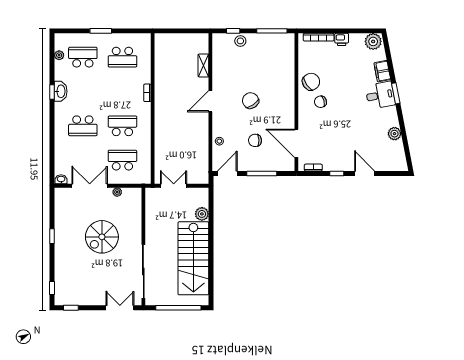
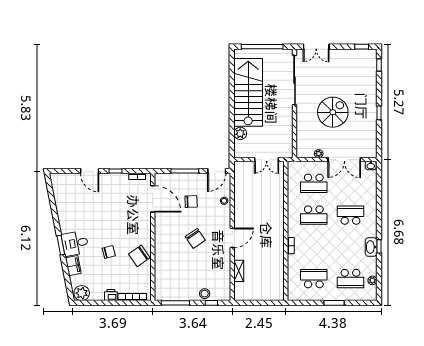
chair: (320, 102) -> (109, 252), moved
plant: (394, 134) -> (62, 208), removed

